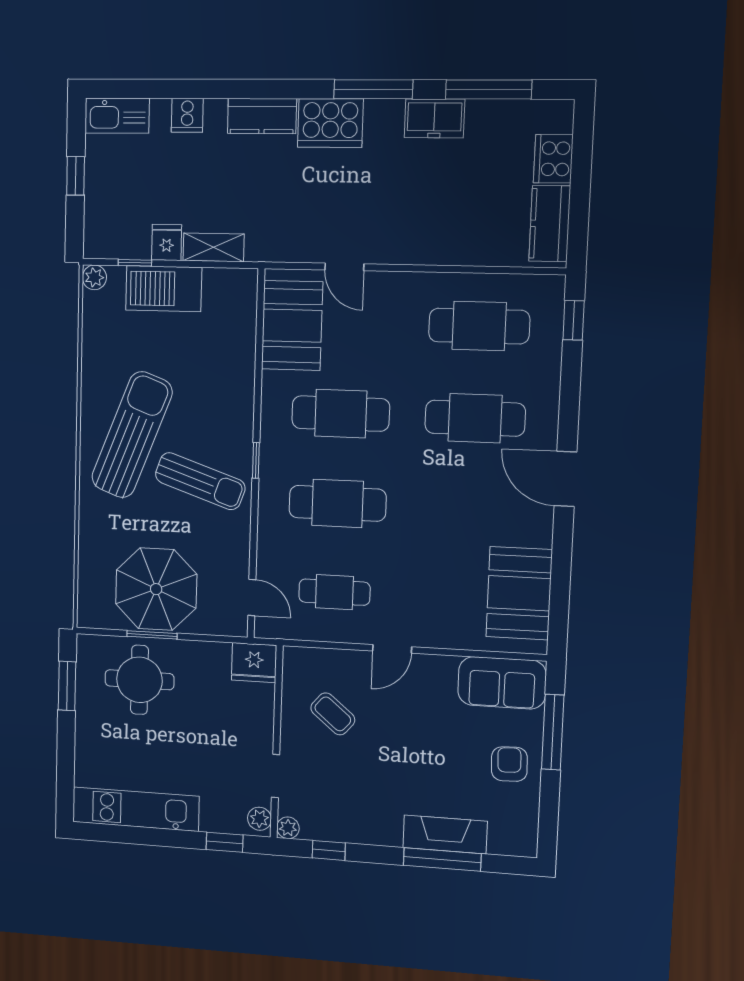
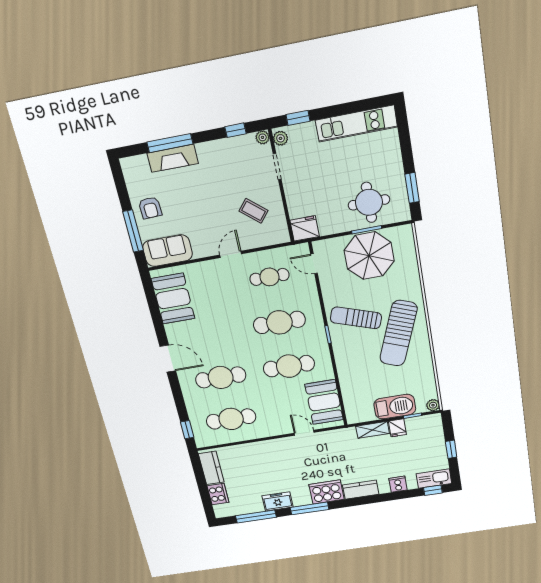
window: (123, 89) -> (433, 490), added

